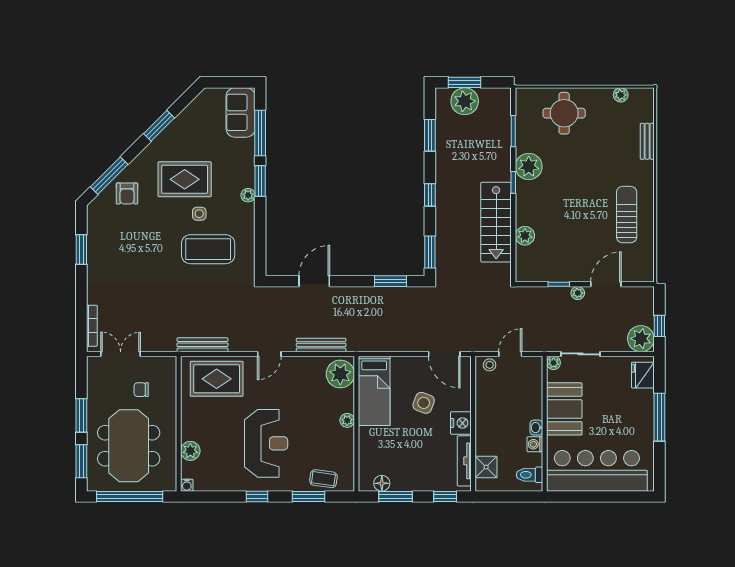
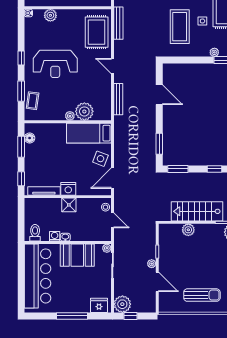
plant: (340, 374) -> (84, 111), moved
side table: (424, 403) -> (100, 159), moved
shower: (486, 467) -> (69, 205), moved

